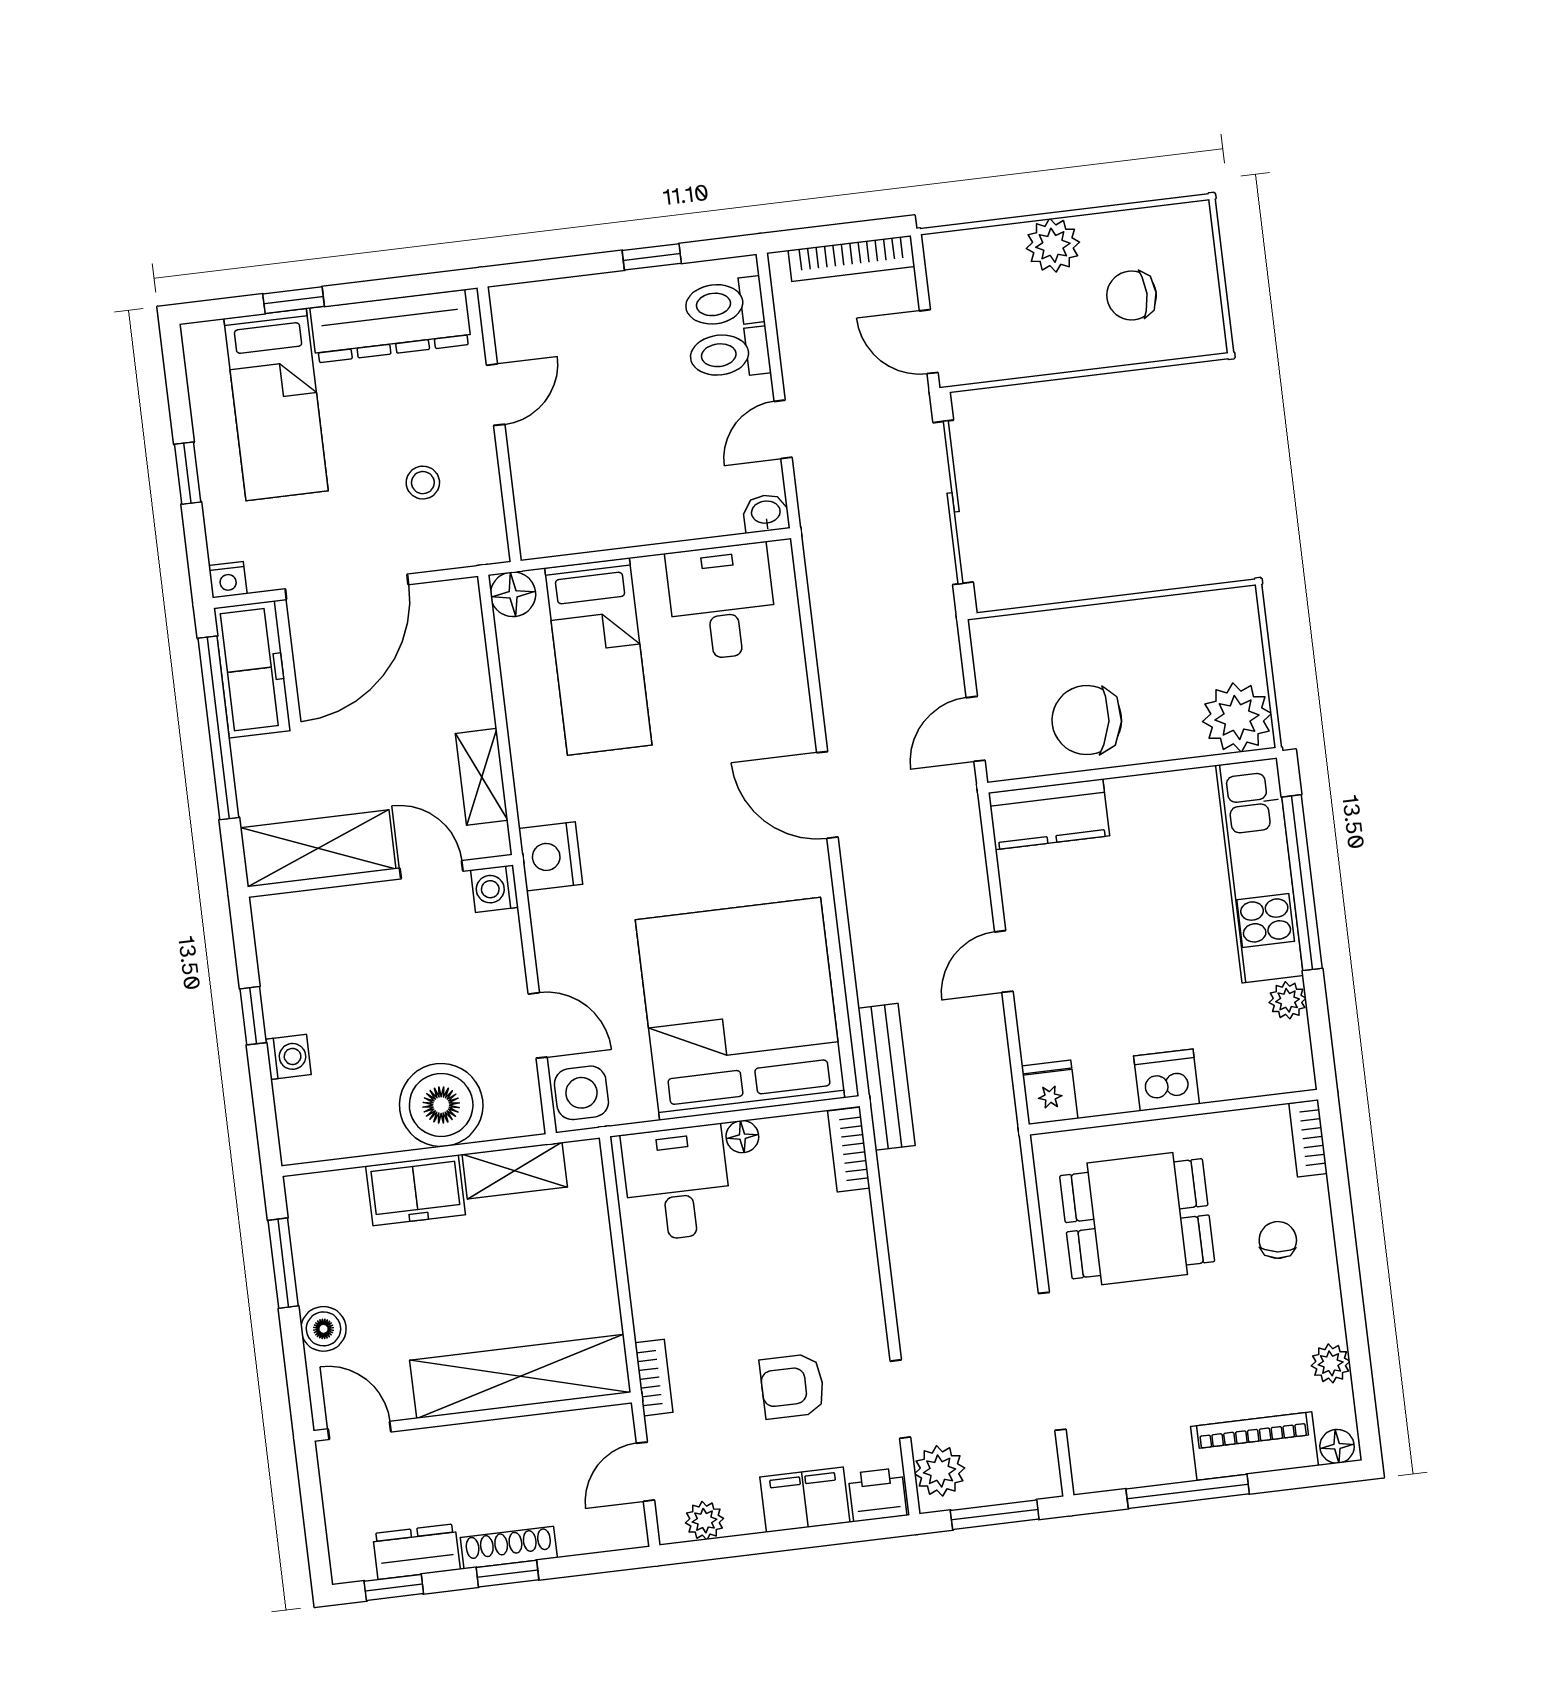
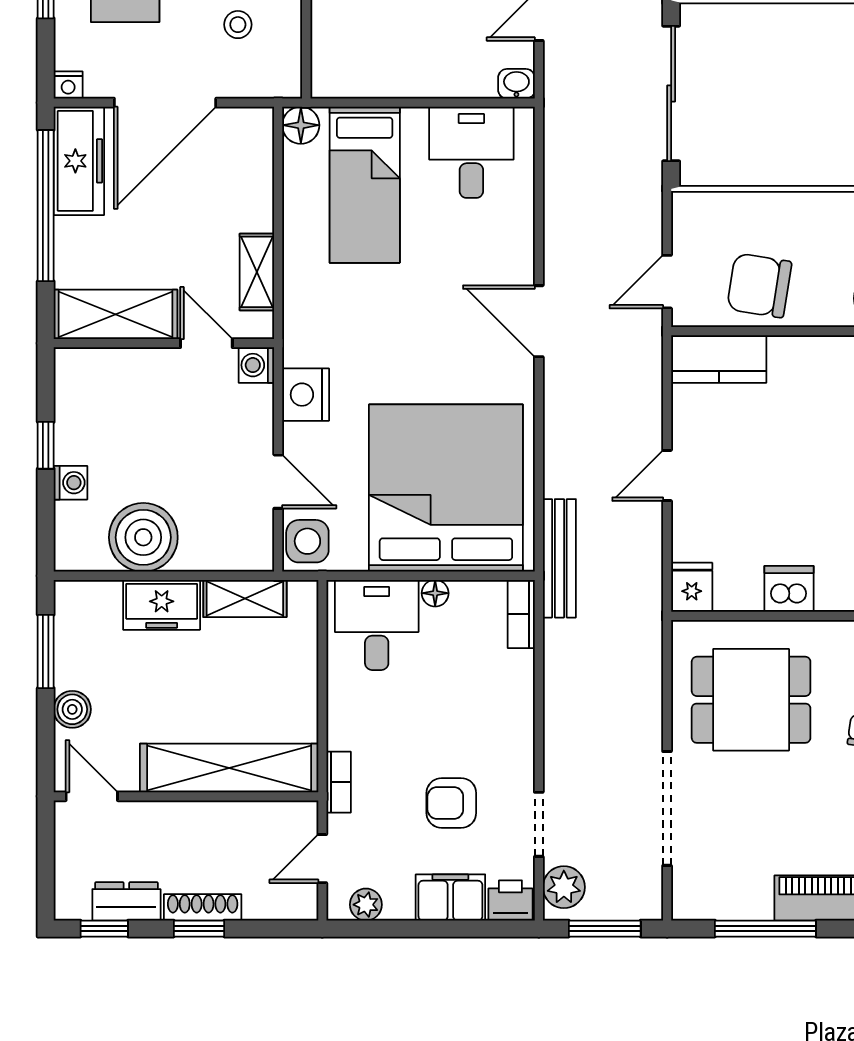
nightstand: (551, 856) -> (306, 395), moved
boiler: (441, 1105) -> (143, 537), moved

